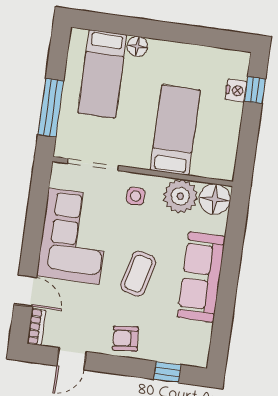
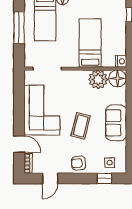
nightstand: (236, 90) -> (121, 61), moved
window: (51, 108) -> (19, 28), moved
side table: (136, 196) -> (110, 163), moved
sofa: (201, 277) -> (116, 123), width x0.73

